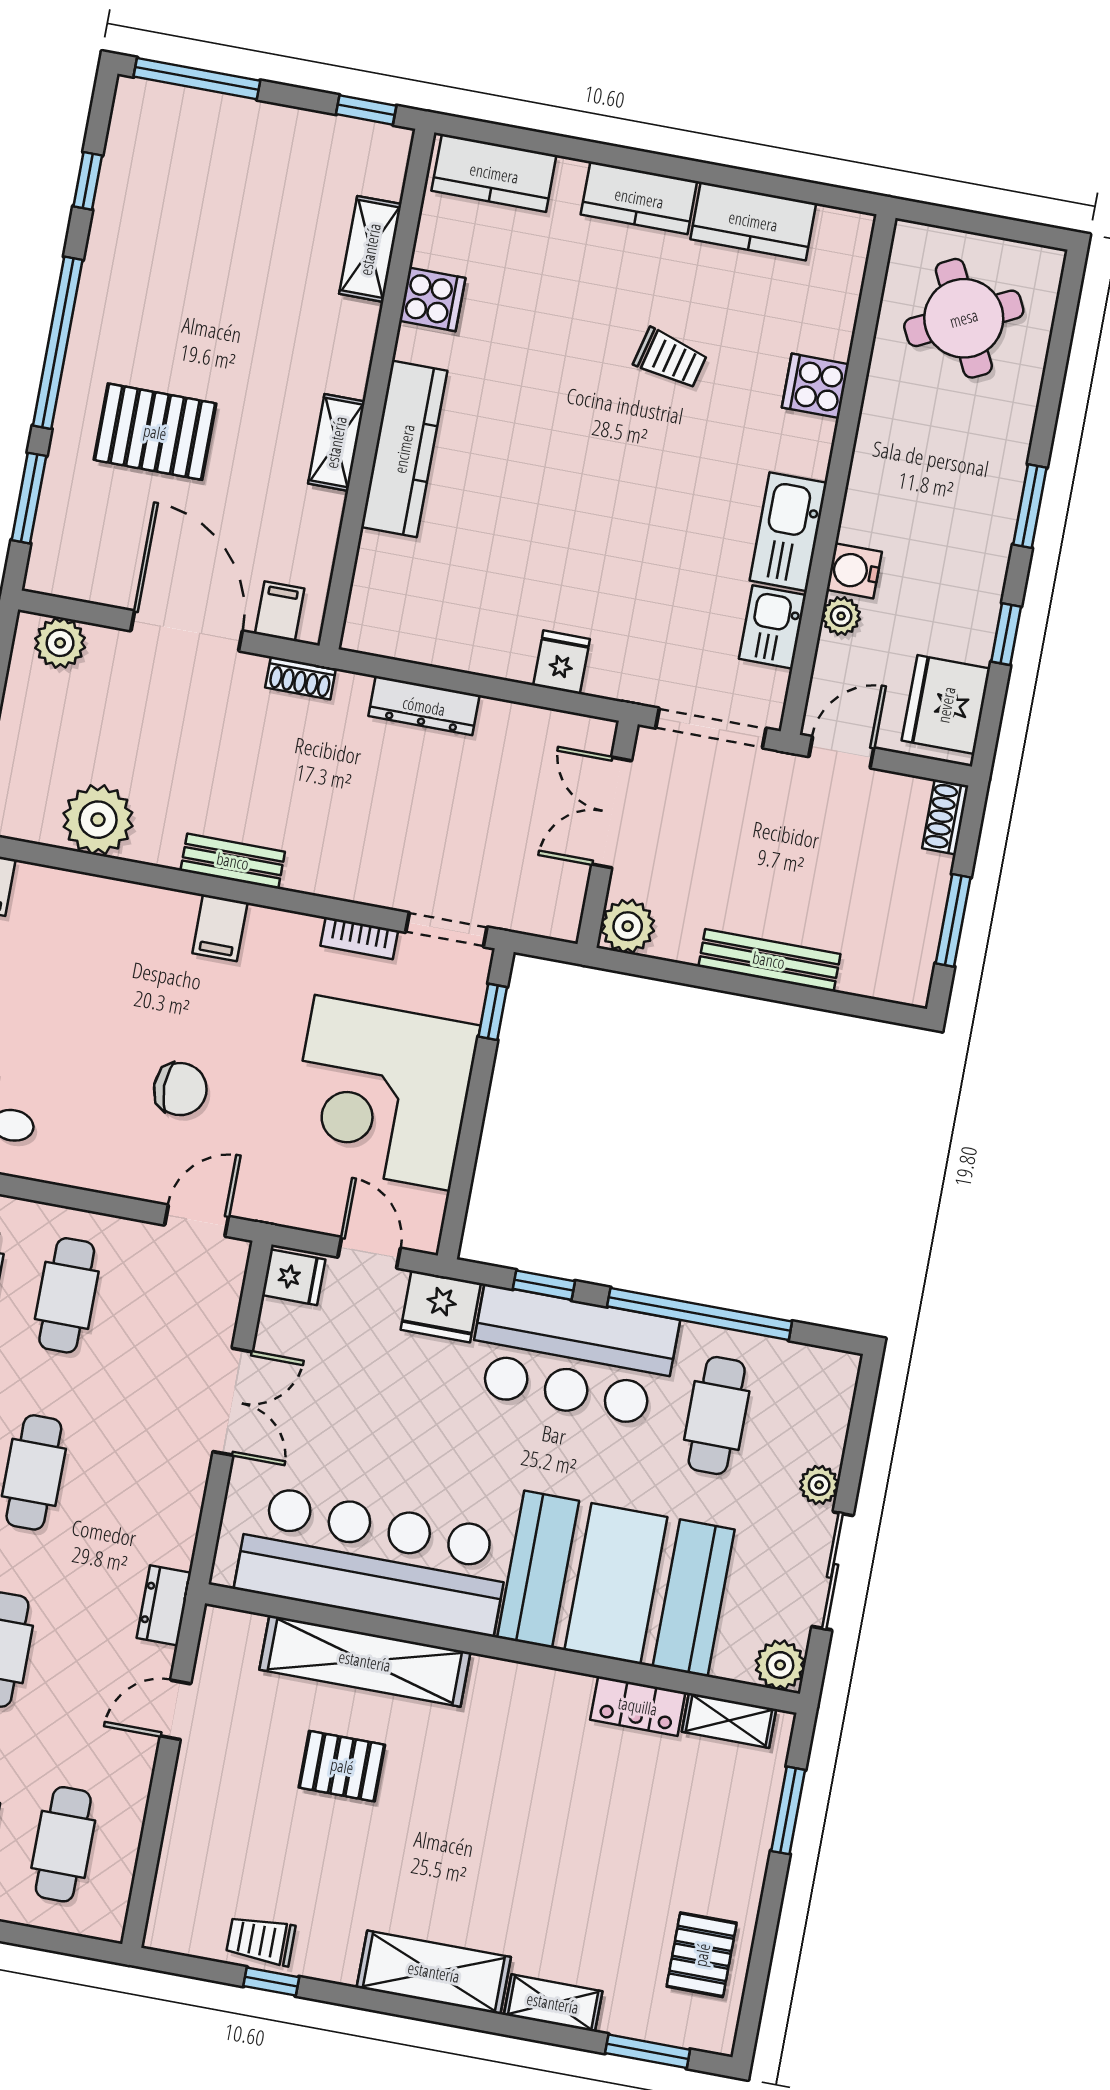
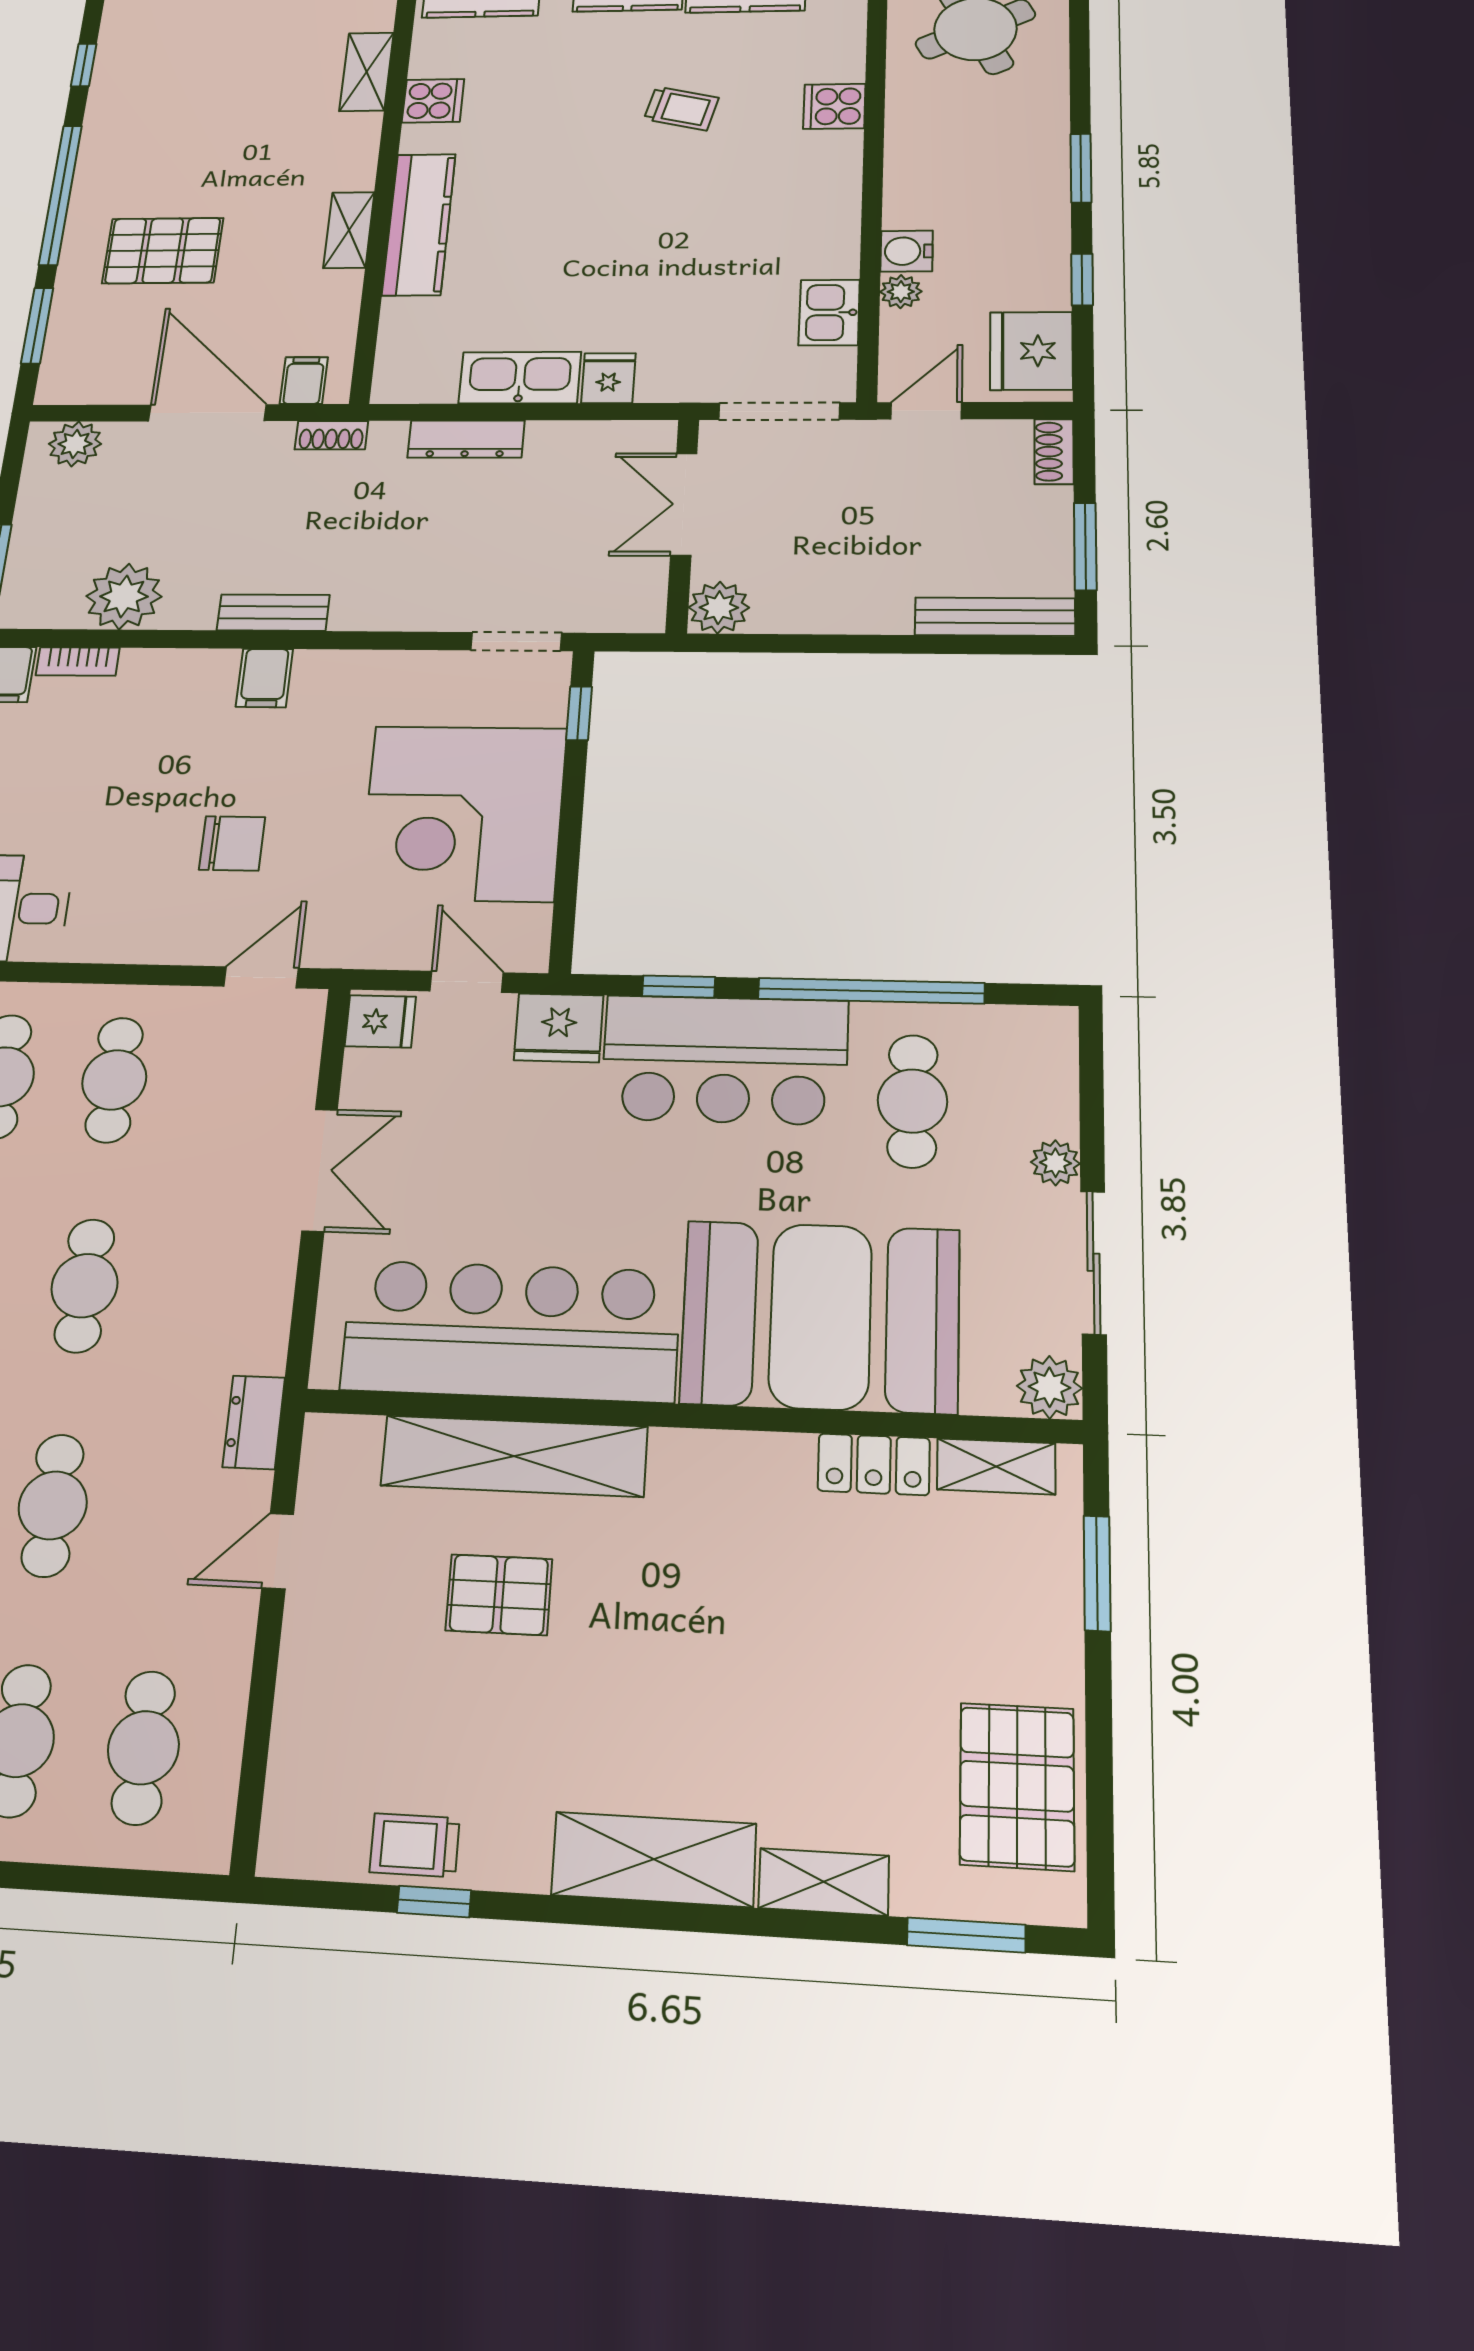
kitchen sink: (788, 532) -> (520, 378), moved, turned 90
bookcase: (359, 938) -> (78, 661), moved
bench: (769, 960) -> (995, 617), moved
pallet: (702, 1955) -> (1017, 1786), width x1.50, depth x1.42

